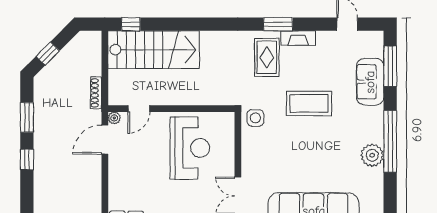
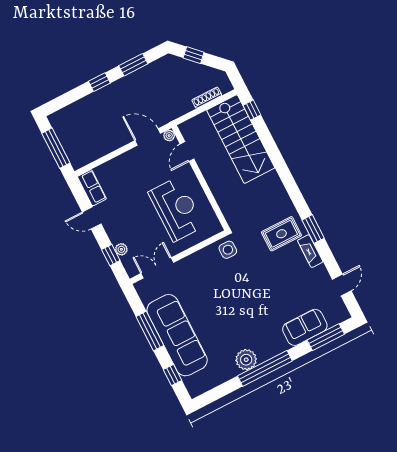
shoe rack: (96, 93) -> (207, 98), moved
coffee table: (309, 103) -> (262, 287), removed
door: (139, 109) -> (187, 152), hinge flipped
reception desk: (190, 148) -> (176, 209), turned -90

